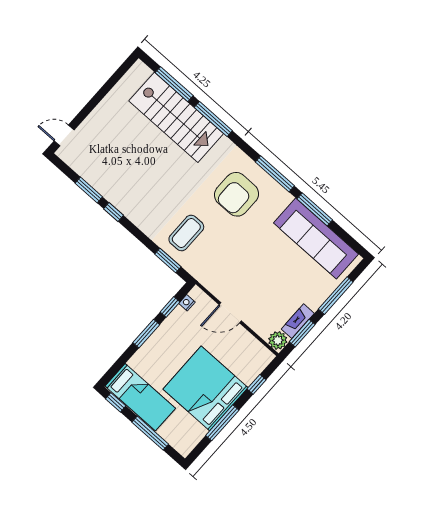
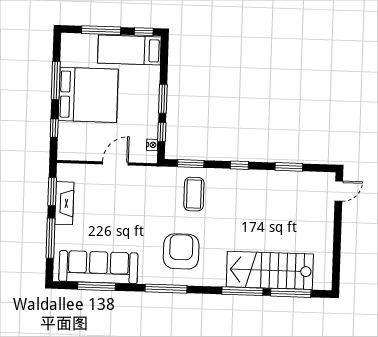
window: (315, 209) -> (97, 286), moved
window: (113, 212) -> (239, 165), moved
fireplace: (298, 321) -> (64, 203), width x1.37, depth x1.32
plant: (278, 340) -> (65, 172), removed

